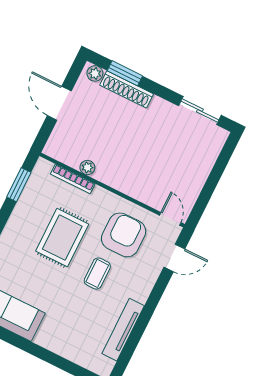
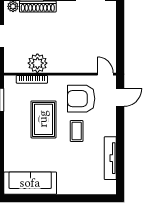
plant: (87, 167) -> (37, 63), width x1.88, depth x1.88
armchair: (124, 235) -> (81, 99), turned -90

